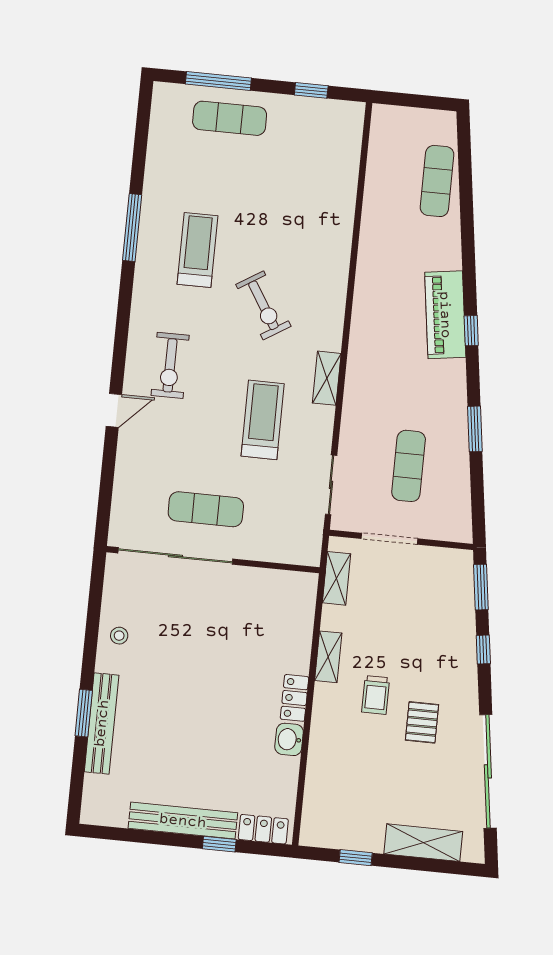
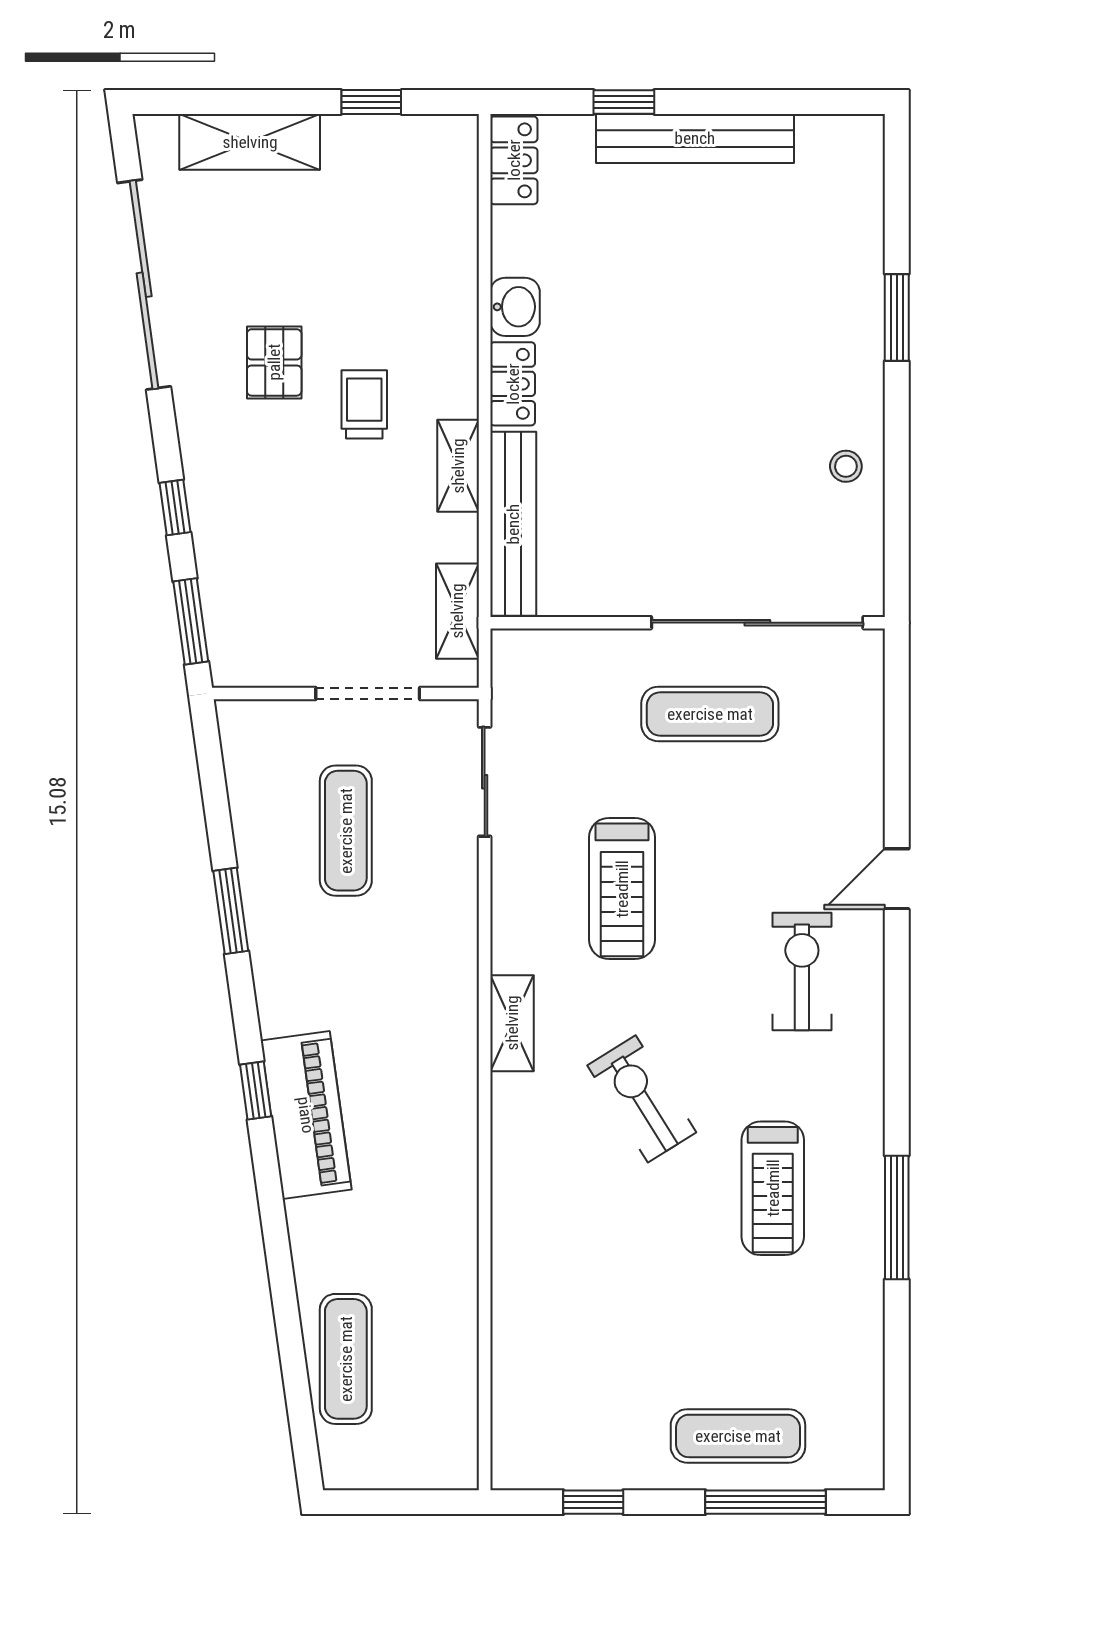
shelving: (327, 378) -> (512, 1023), moved
bench: (102, 723) -> (513, 524), moved
locker: (263, 829) -> (514, 160), moved, turned -90

